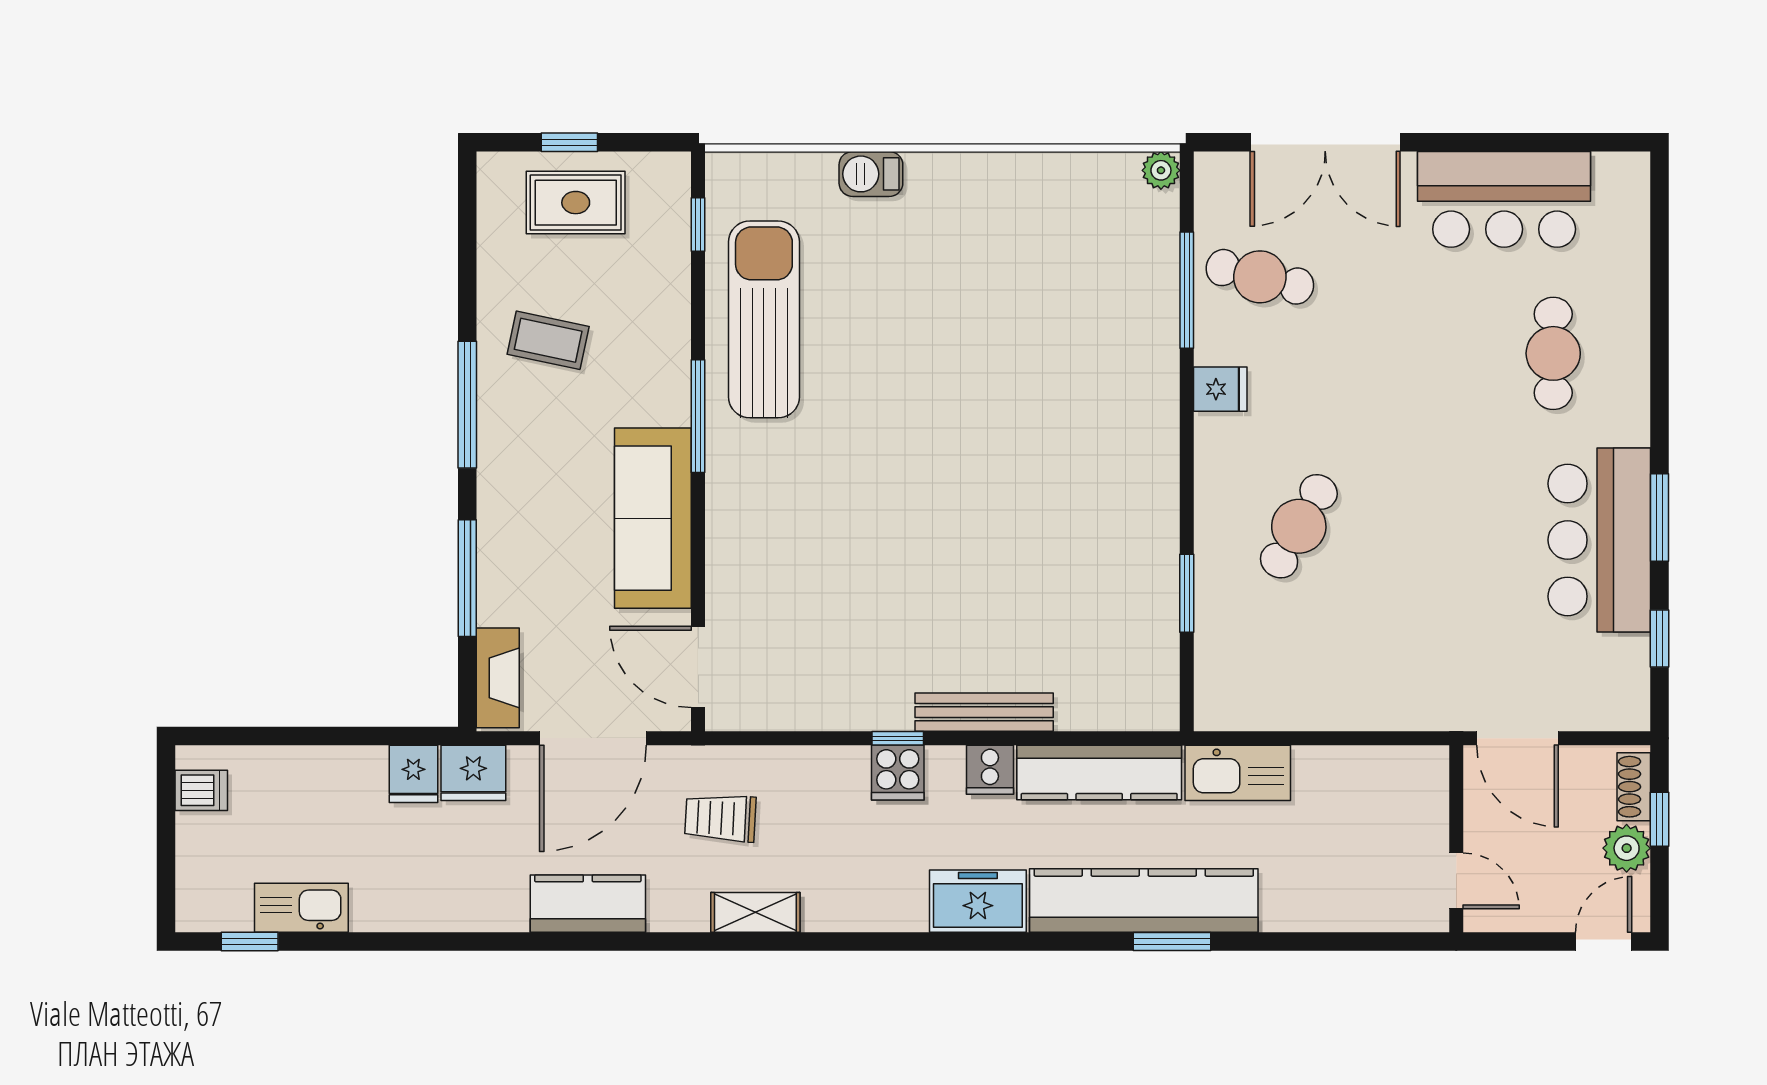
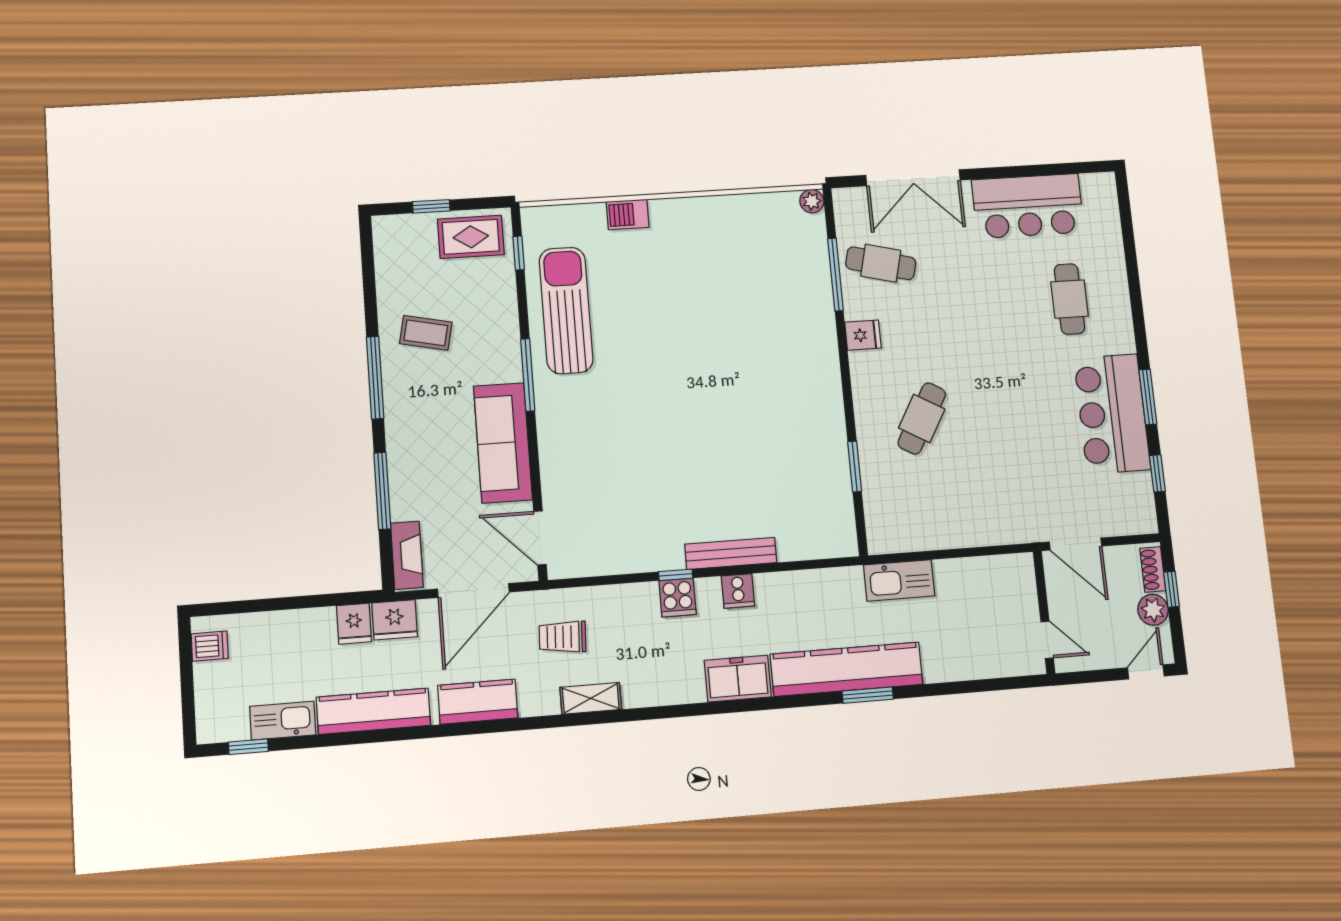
rug: (576, 203) -> (471, 237), moved
kitchen counter: (1099, 773) -> (373, 711), moved, turned 180

